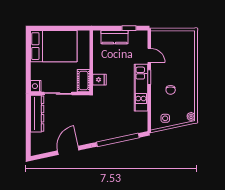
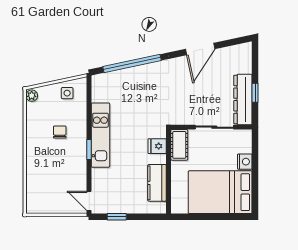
kitchen counter: (114, 37) -> (157, 183), moved, turned -90
door: (149, 55) -> (89, 201), moved
nightstand: (36, 86) -> (245, 162), moved
window: (28, 119) -> (255, 93), added

